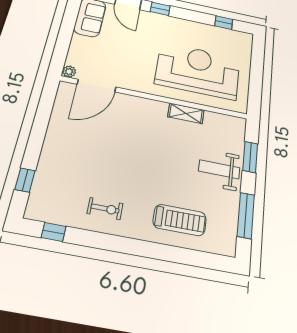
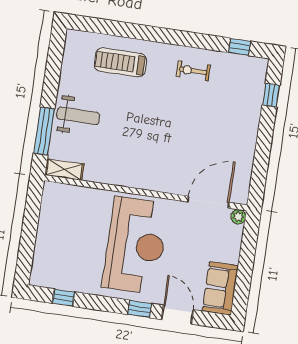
reception desk: (198, 71) -> (136, 245), moved, turned -90
shelving: (186, 113) -> (64, 169), moved
window: (250, 157) -> (44, 131), width x1.44
window: (246, 215) -> (53, 69), removed

